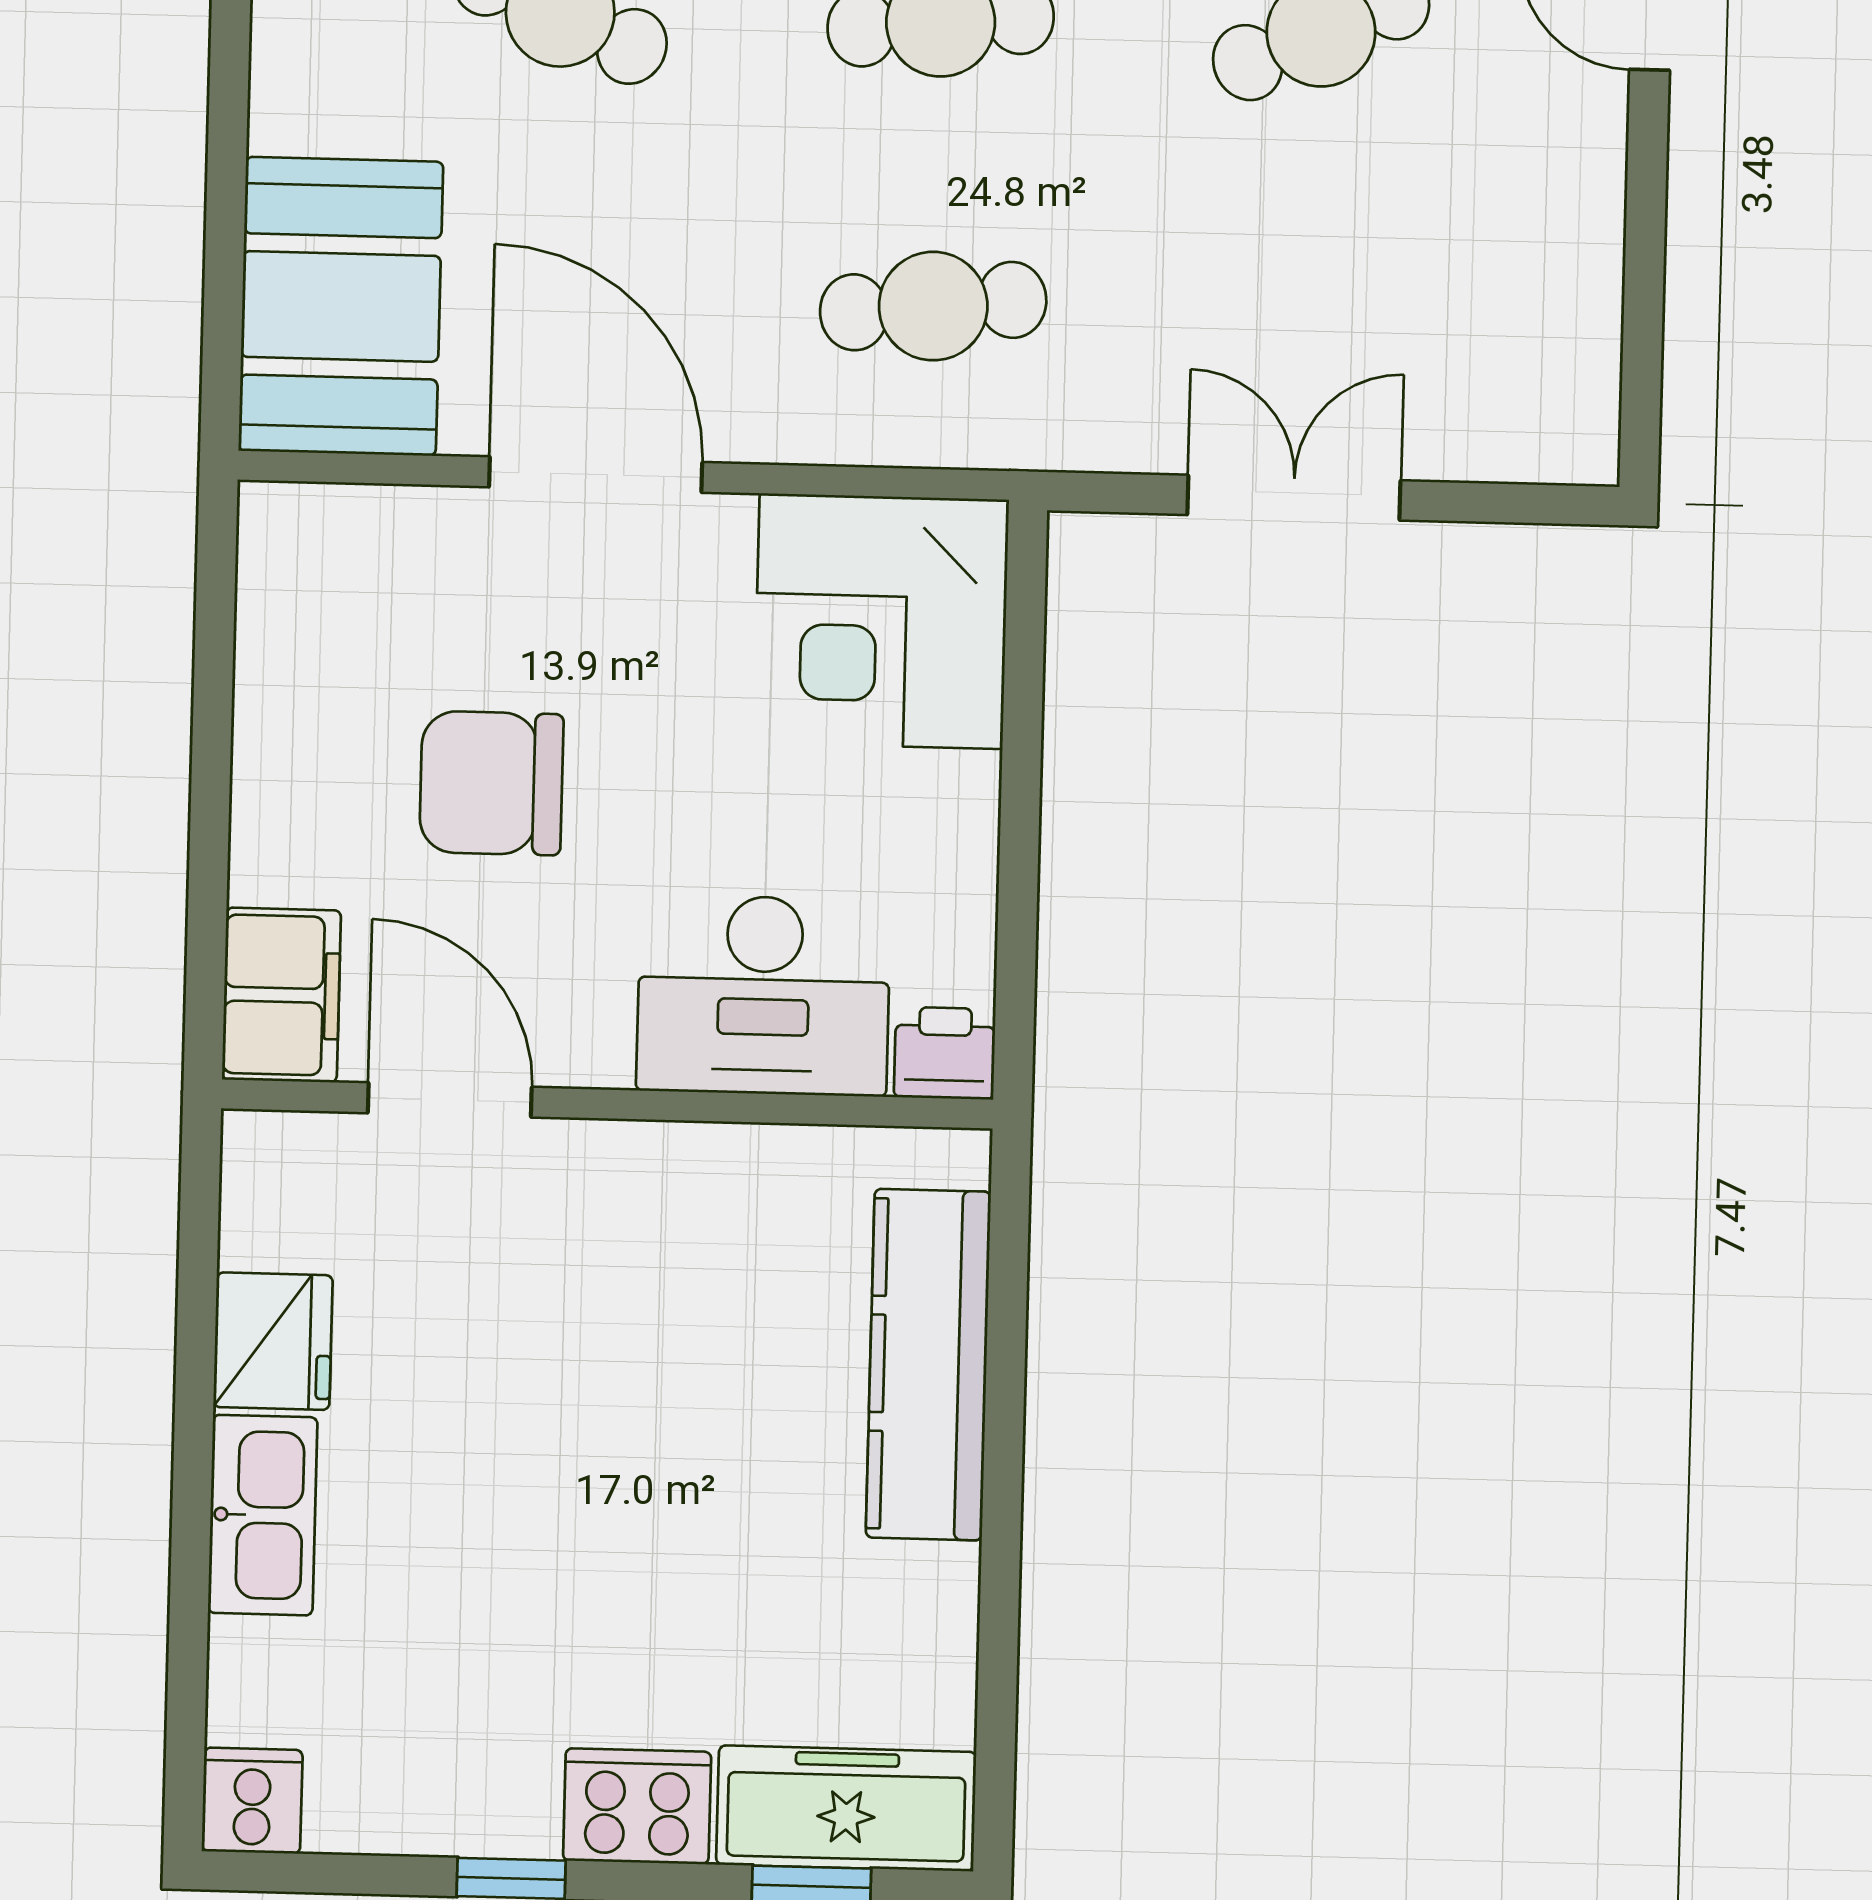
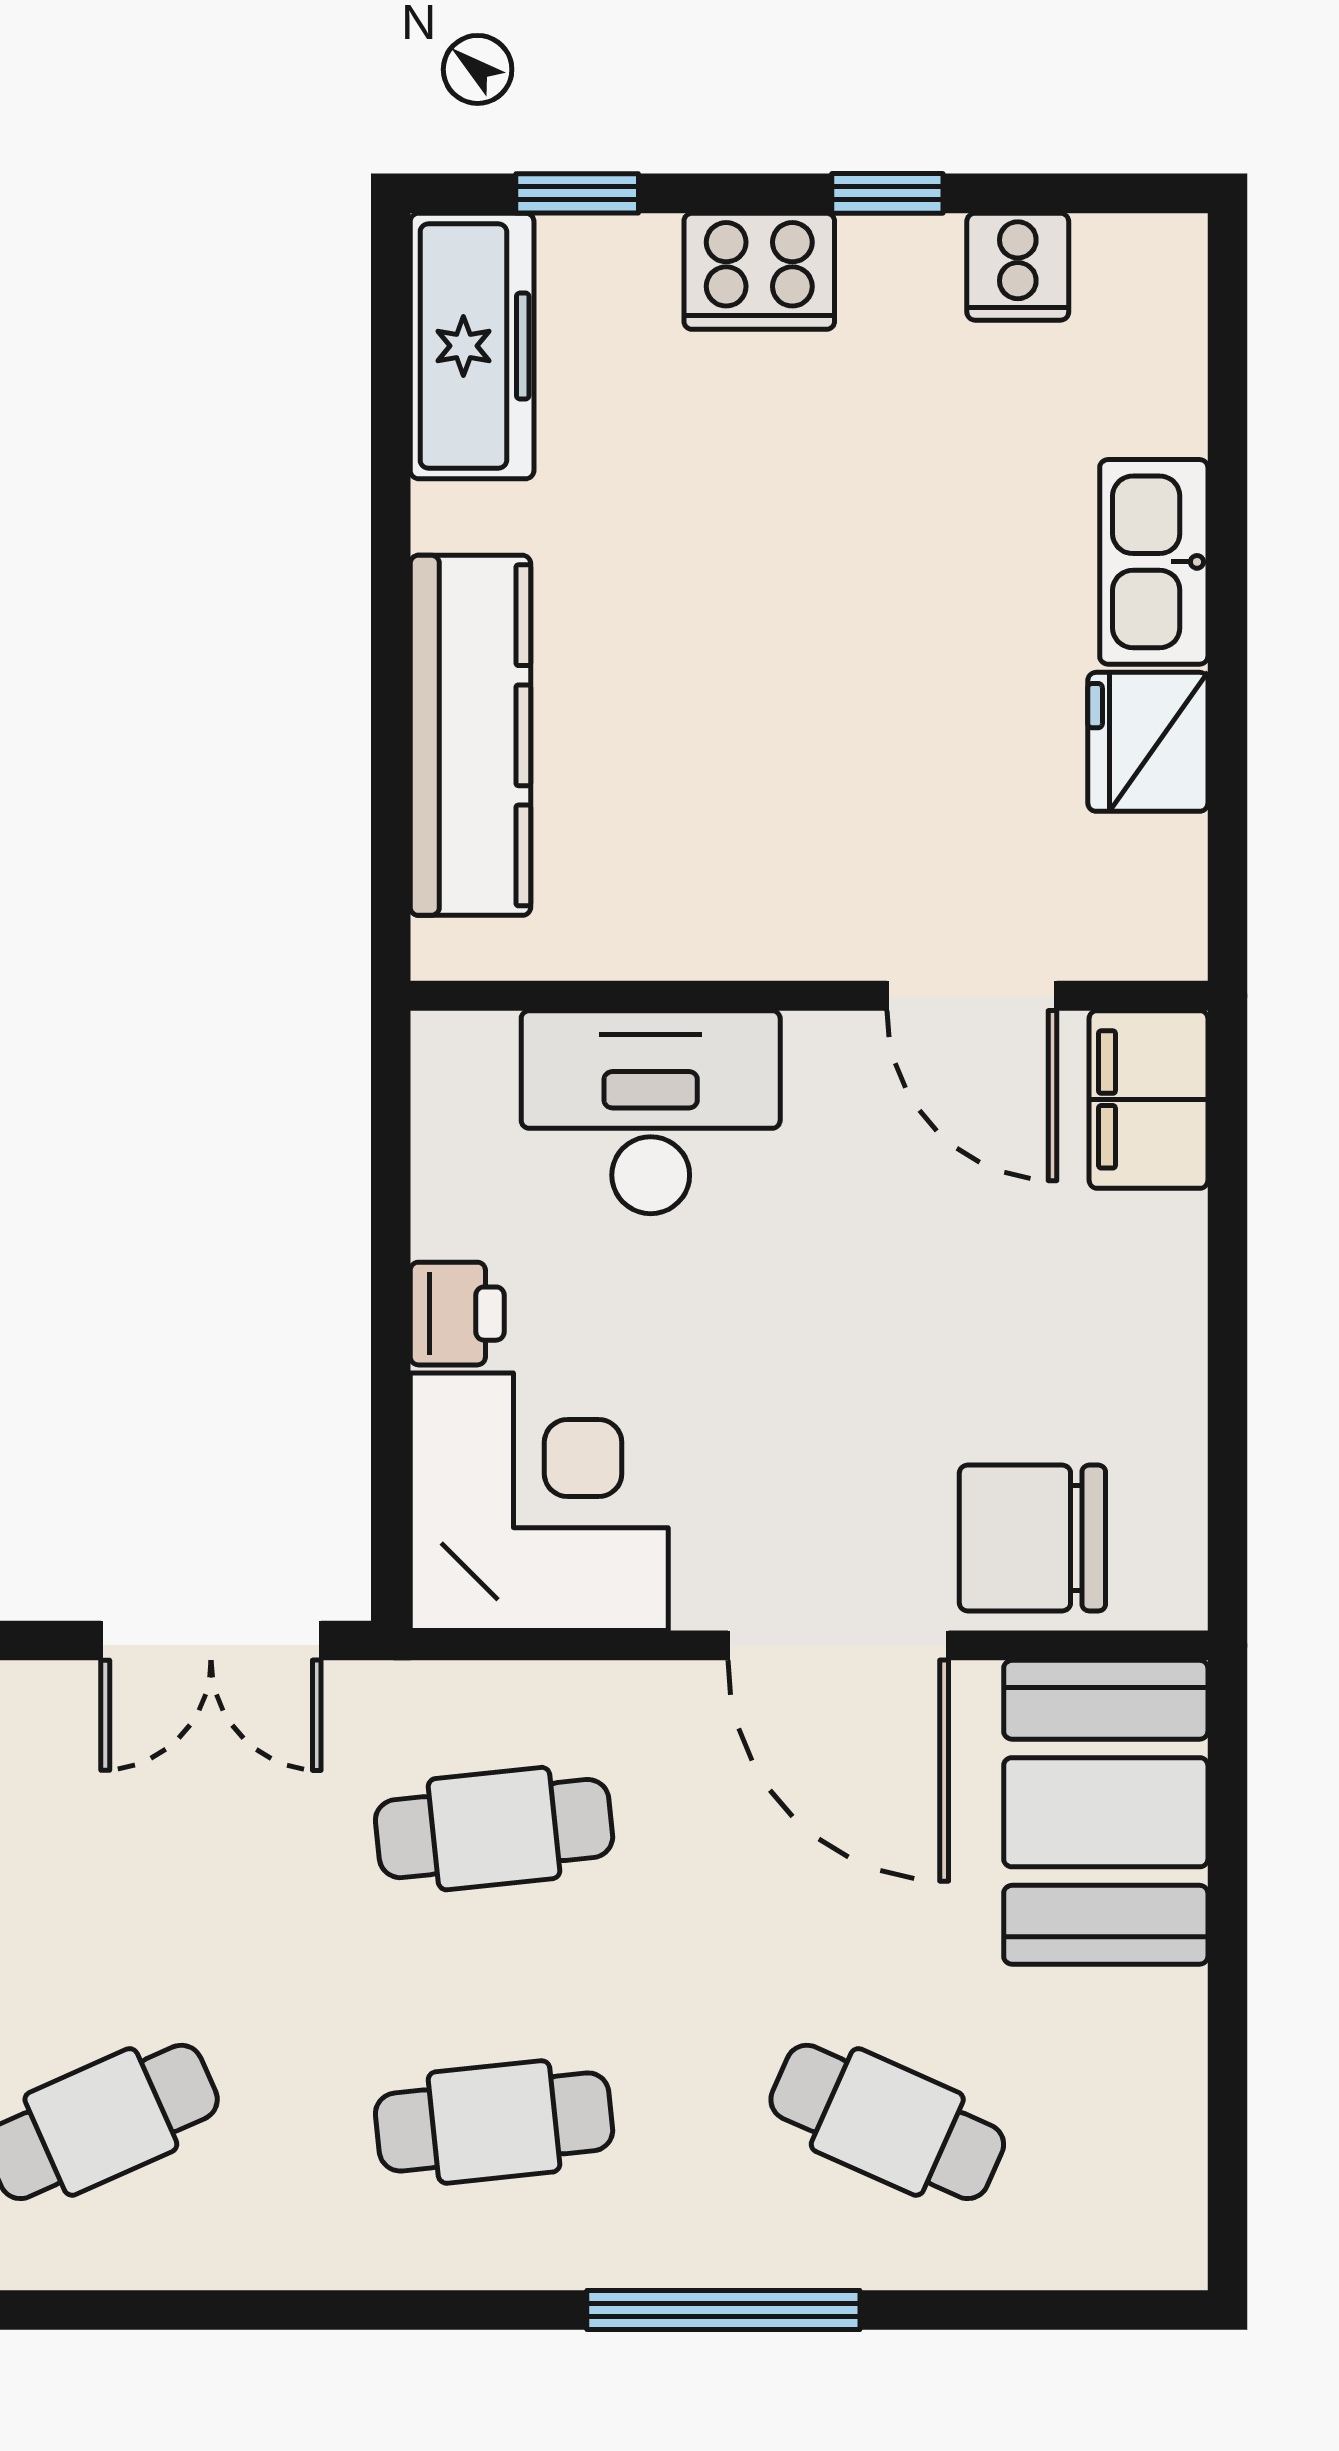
double door: (1294, 498) -> (211, 1641), moved
chair: (491, 783) -> (1032, 1538), moved, turned 180
printer: (945, 1053) -> (457, 1314), moved, turned -90
cooker: (252, 1801) -> (1018, 267), moved
freezer: (846, 1808) -> (472, 346), moved, turned -90

